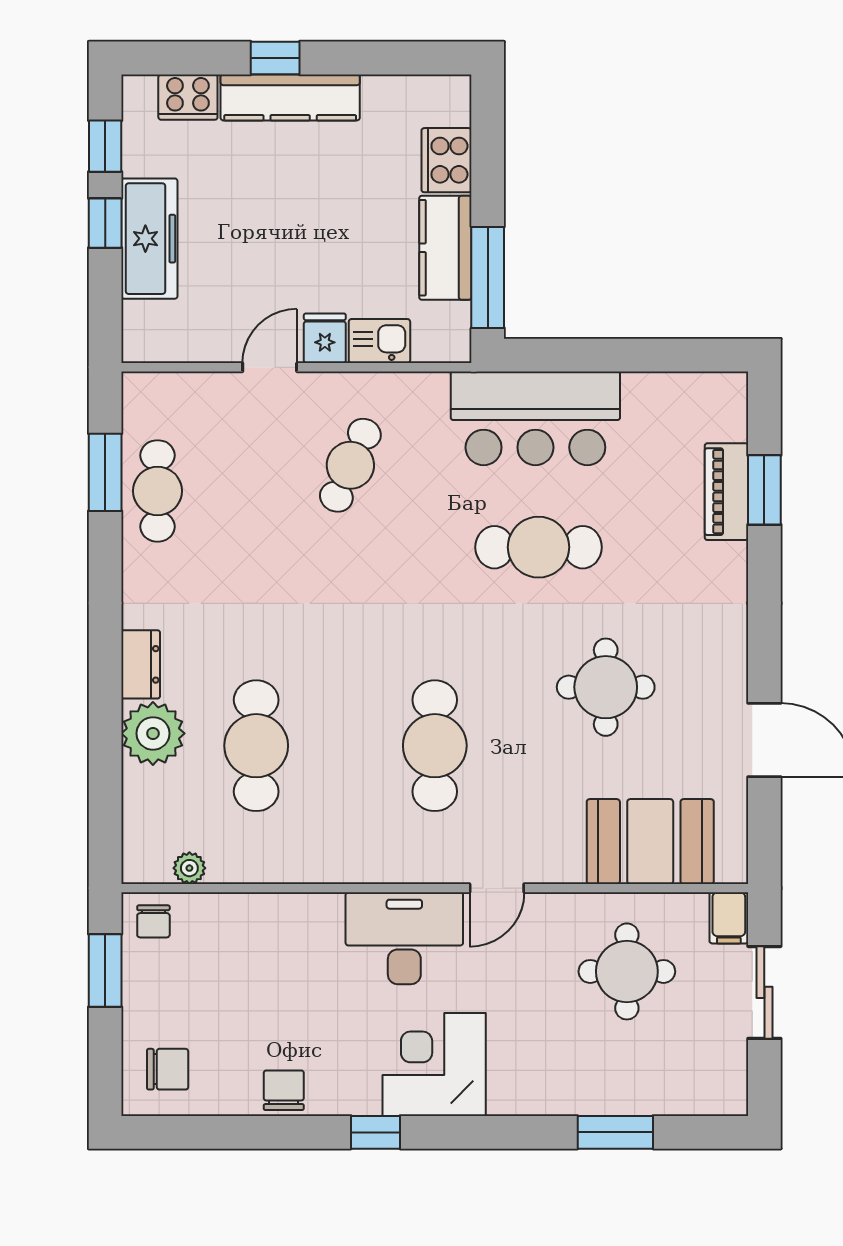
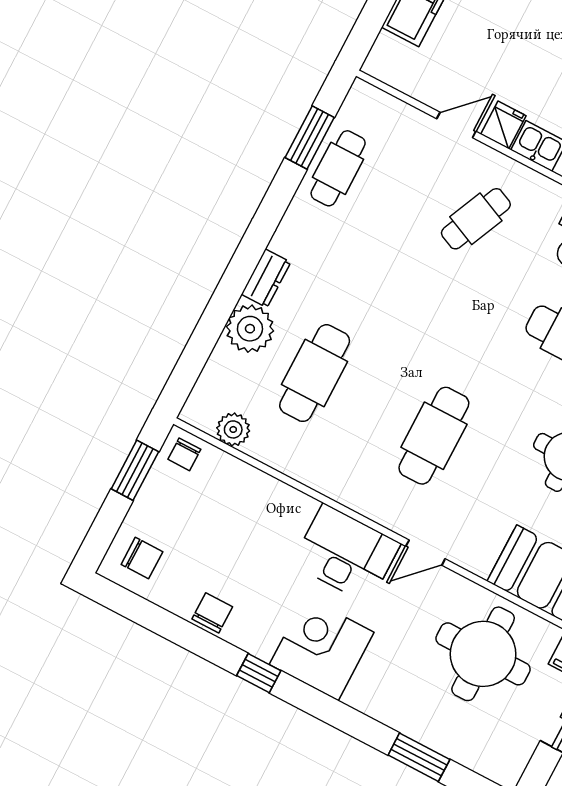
plant: (189, 868) -> (233, 429), width x1.38, depth x1.38
round table: (627, 971) -> (483, 654), width x1.36, depth x1.36

